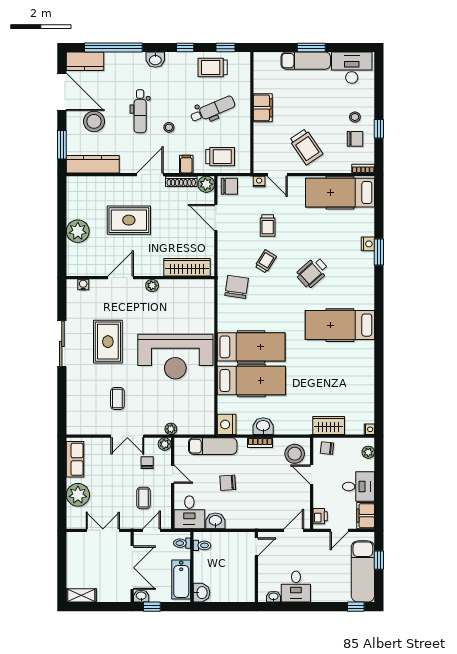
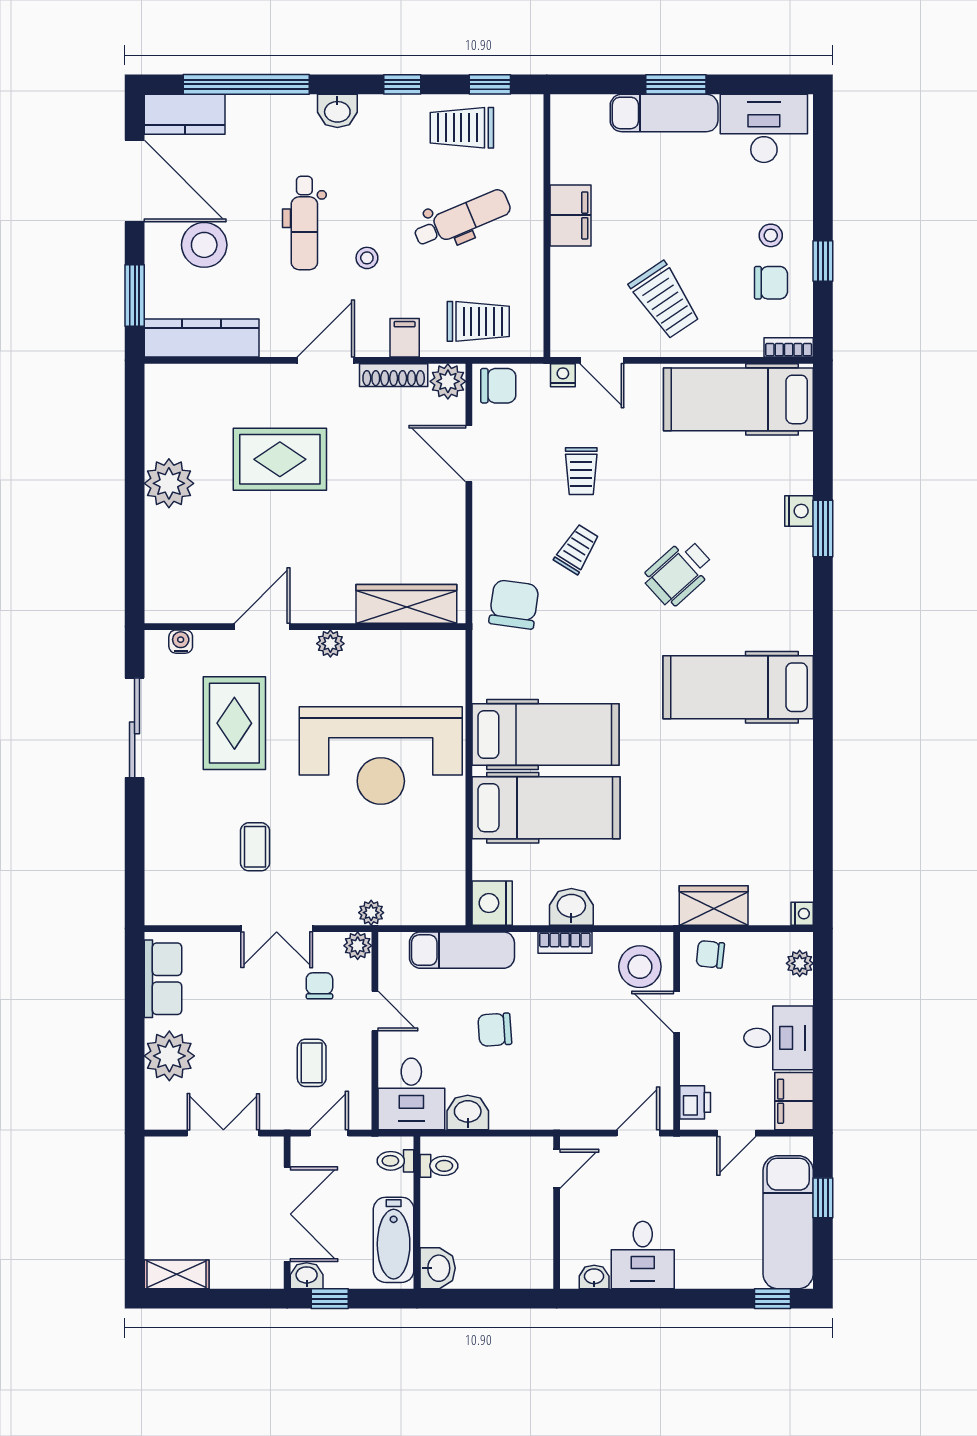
wardrobe: (187, 267) -> (406, 604), moved
door: (121, 278) -> (262, 627), moved
wall: (140, 278) -> (305, 627), moved
water cooler: (83, 285) -> (181, 642), moved
plant: (152, 286) -> (330, 644), moved

